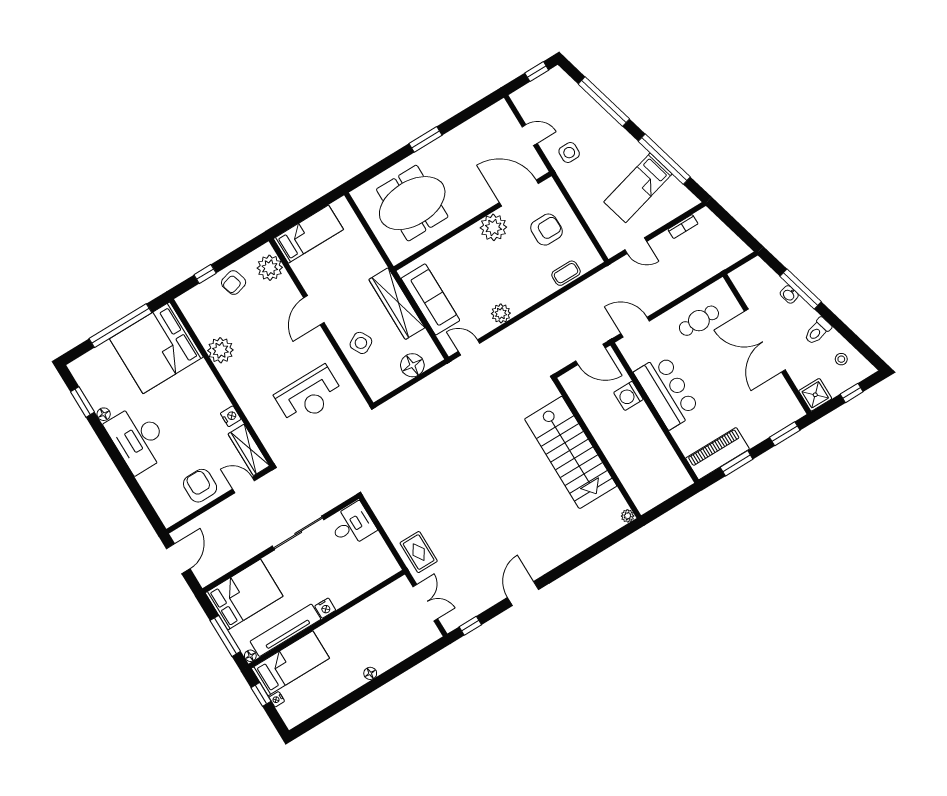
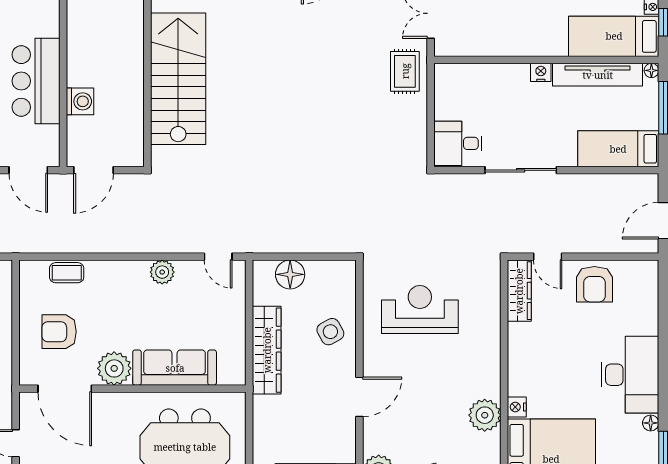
sofa: (430, 299) -> (175, 368), moved, turned 90
door: (590, 354) -> (93, 170), swing flipped
nightstand: (231, 416) -> (517, 407), moved
bed: (244, 595) -> (618, 149), width x0.67

